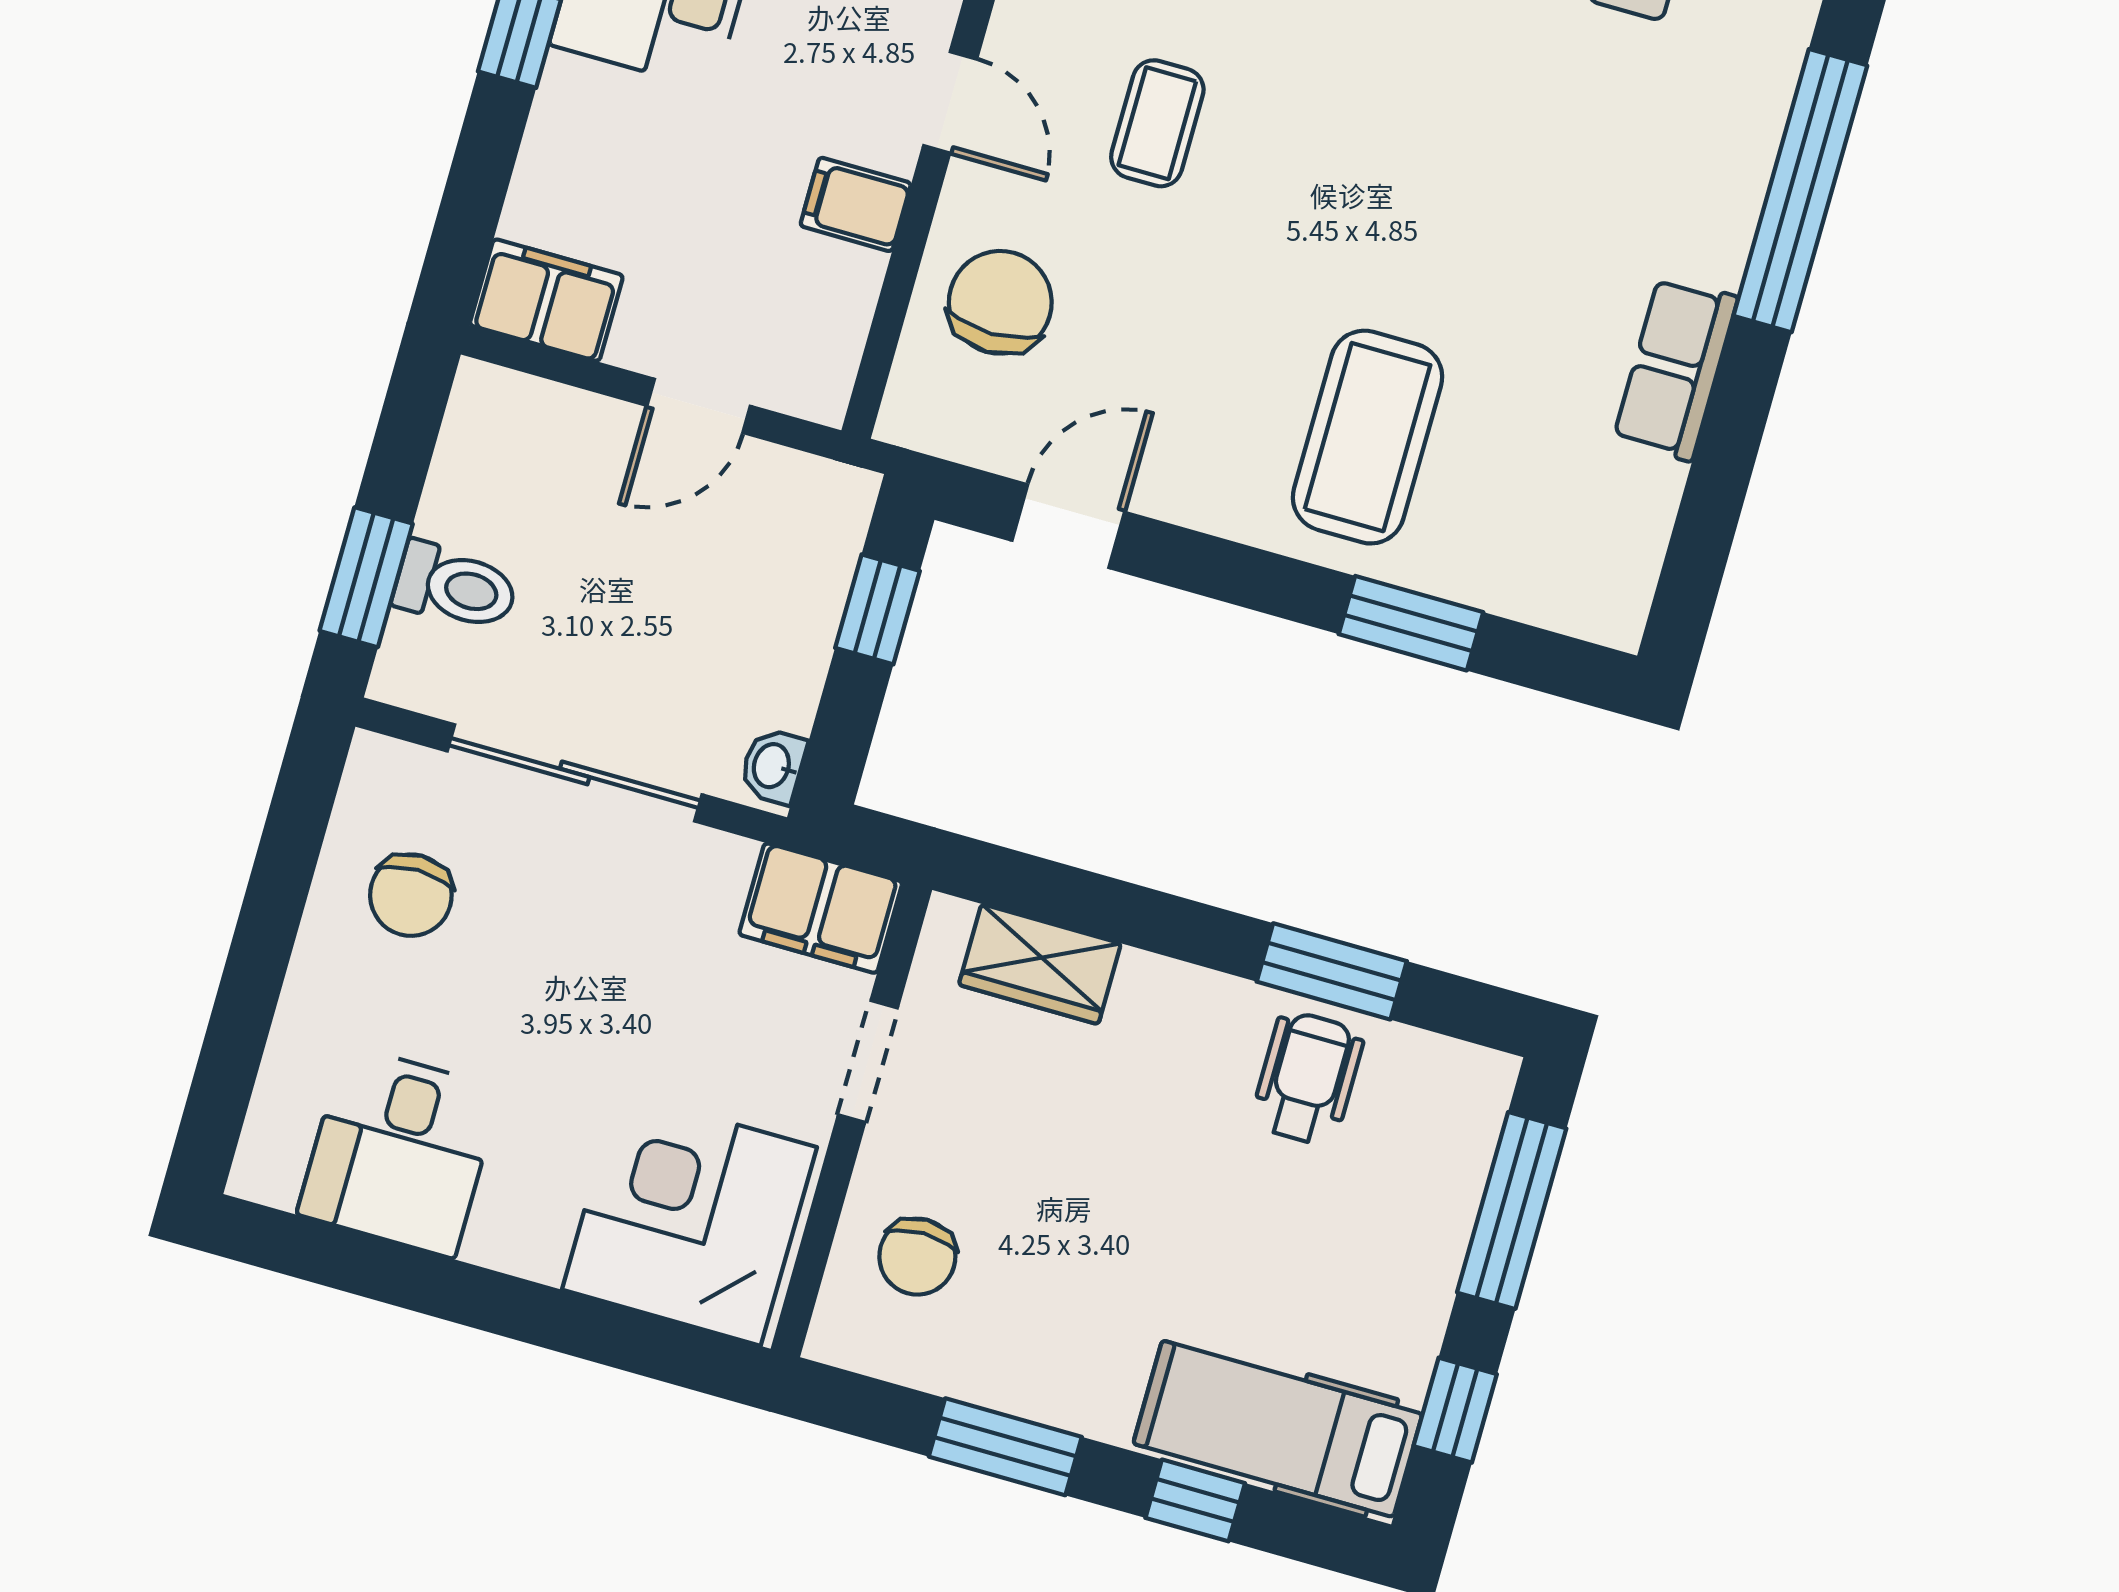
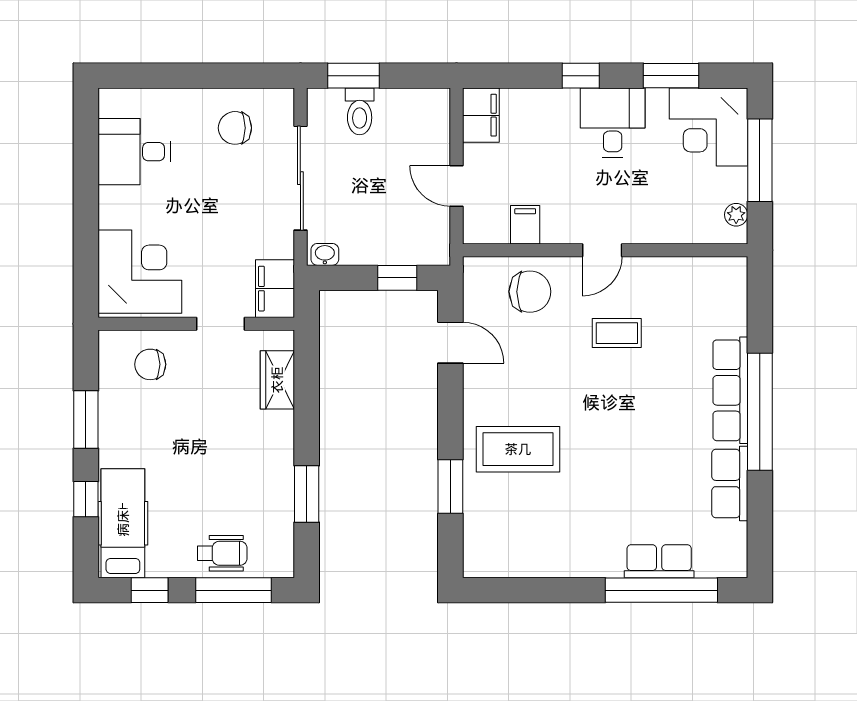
filing cabinet: (856, 204) -> (525, 225), moved
row of seats: (1676, 369) -> (659, 561), moved
wheelchair: (1307, 1078) -> (222, 553), moved

